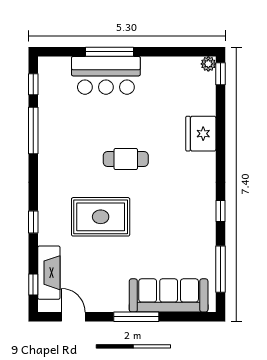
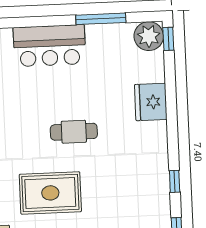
window: (109, 52) -> (101, 19), moved
plant: (208, 64) -> (149, 36), width x1.88, depth x1.88

